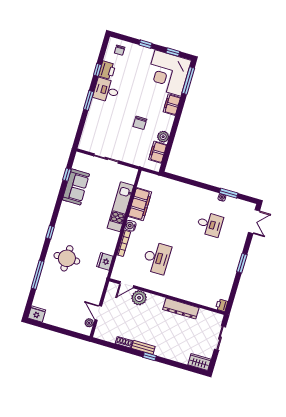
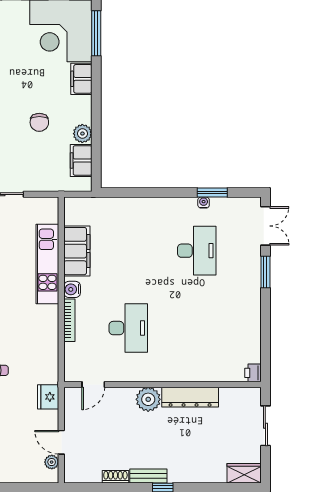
desk: (210, 224) -> (197, 251), width x1.37
fridge: (105, 261) -> (48, 397), moved
window: (242, 263) -> (265, 272), moved
plant: (139, 298) -> (148, 399), moved

